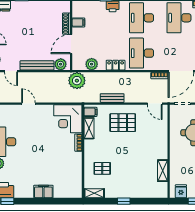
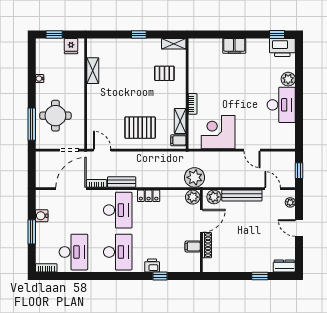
plant: (92, 64) -> (193, 197), moved
bench: (112, 98) -> (122, 182), moved
corner desk: (68, 119) -> (218, 132), moved, turned -90

